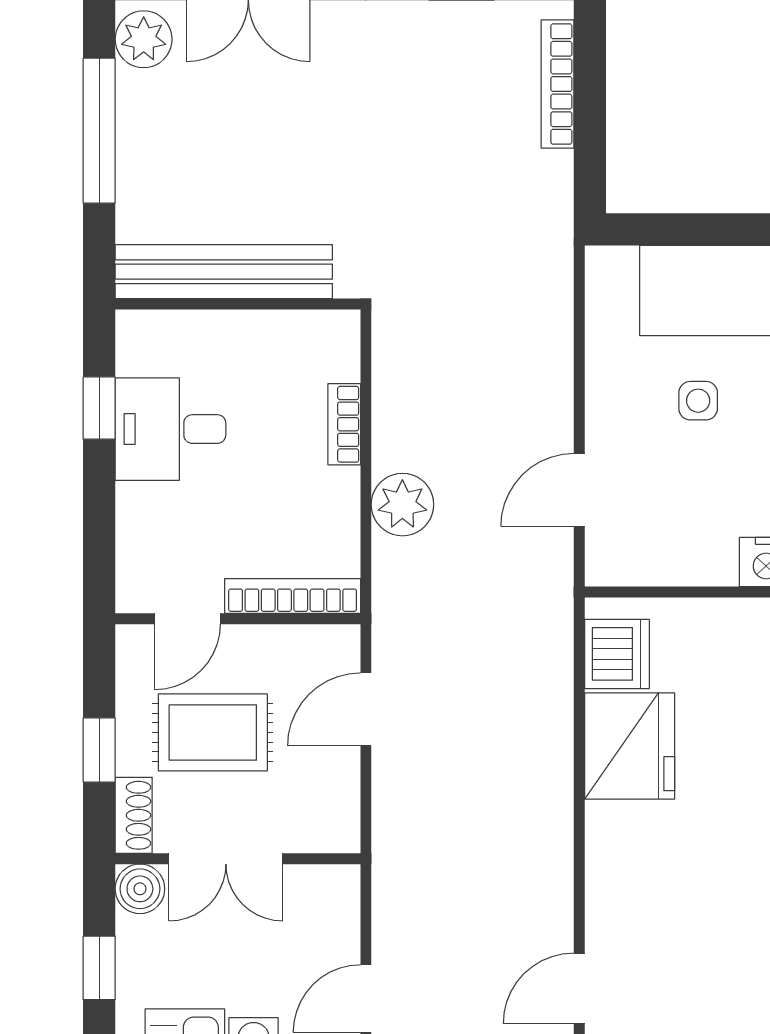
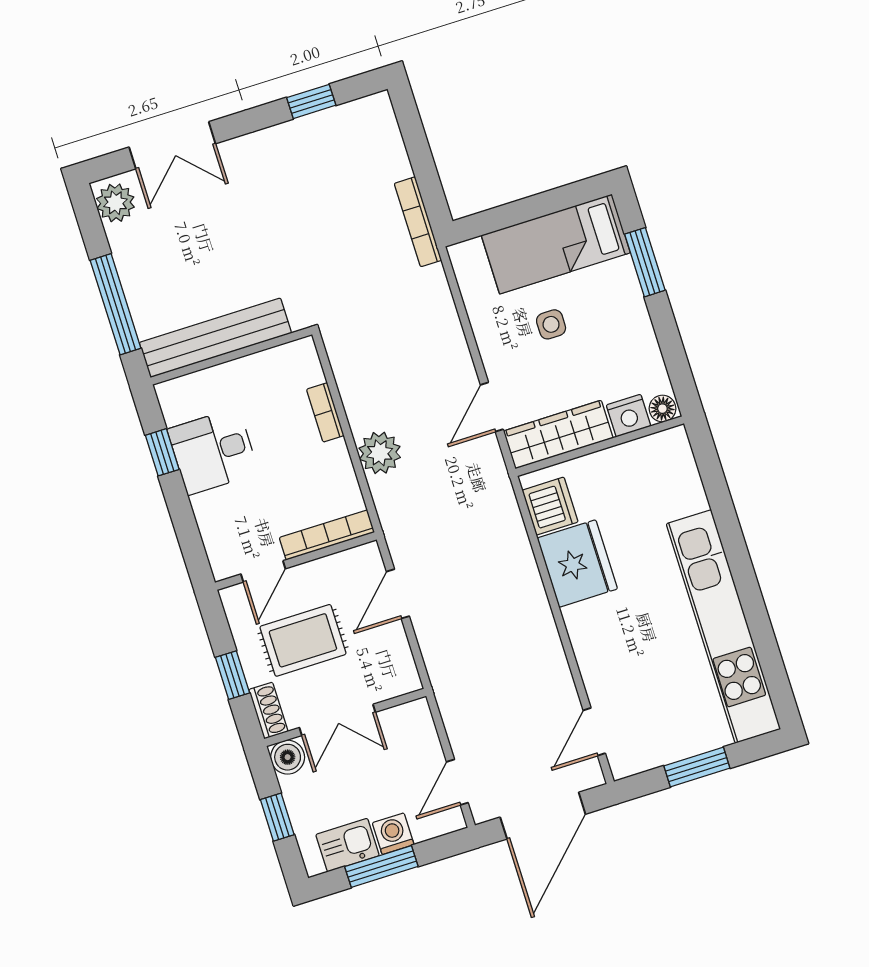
bookcase: (557, 84) -> (418, 222), moved
window: (99, 131) -> (116, 304), moved
wardrobe: (660, 558) -> (558, 435), added

